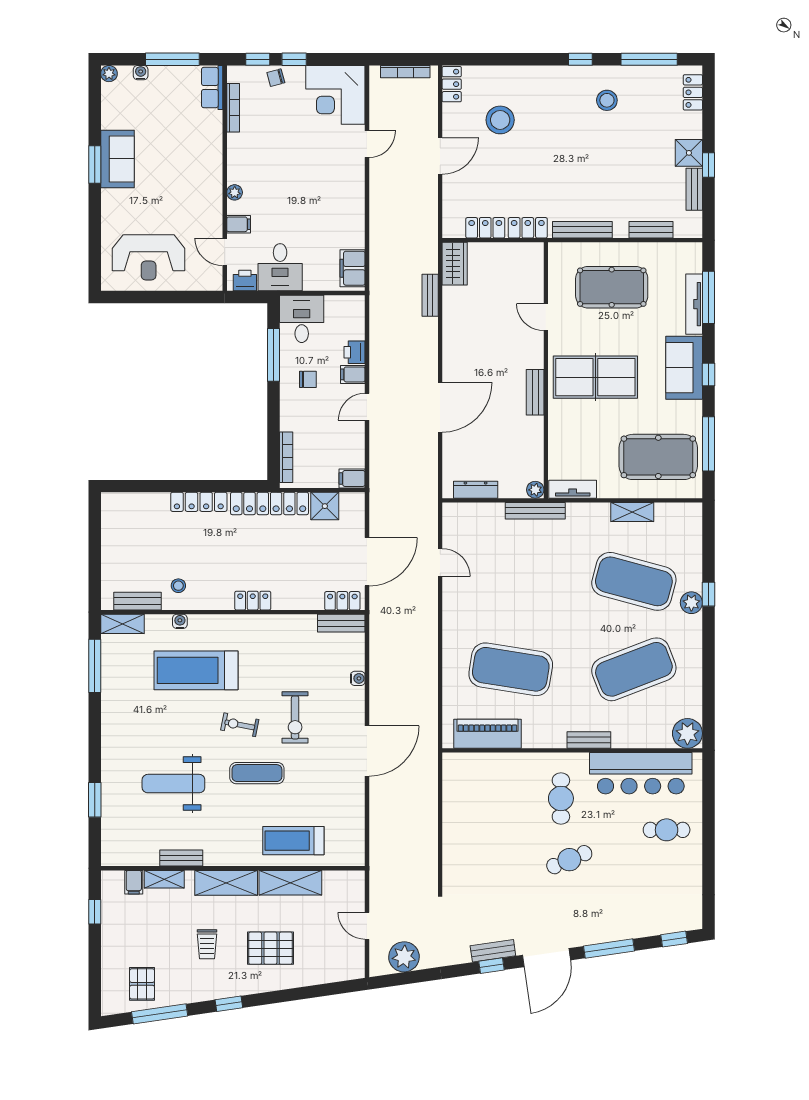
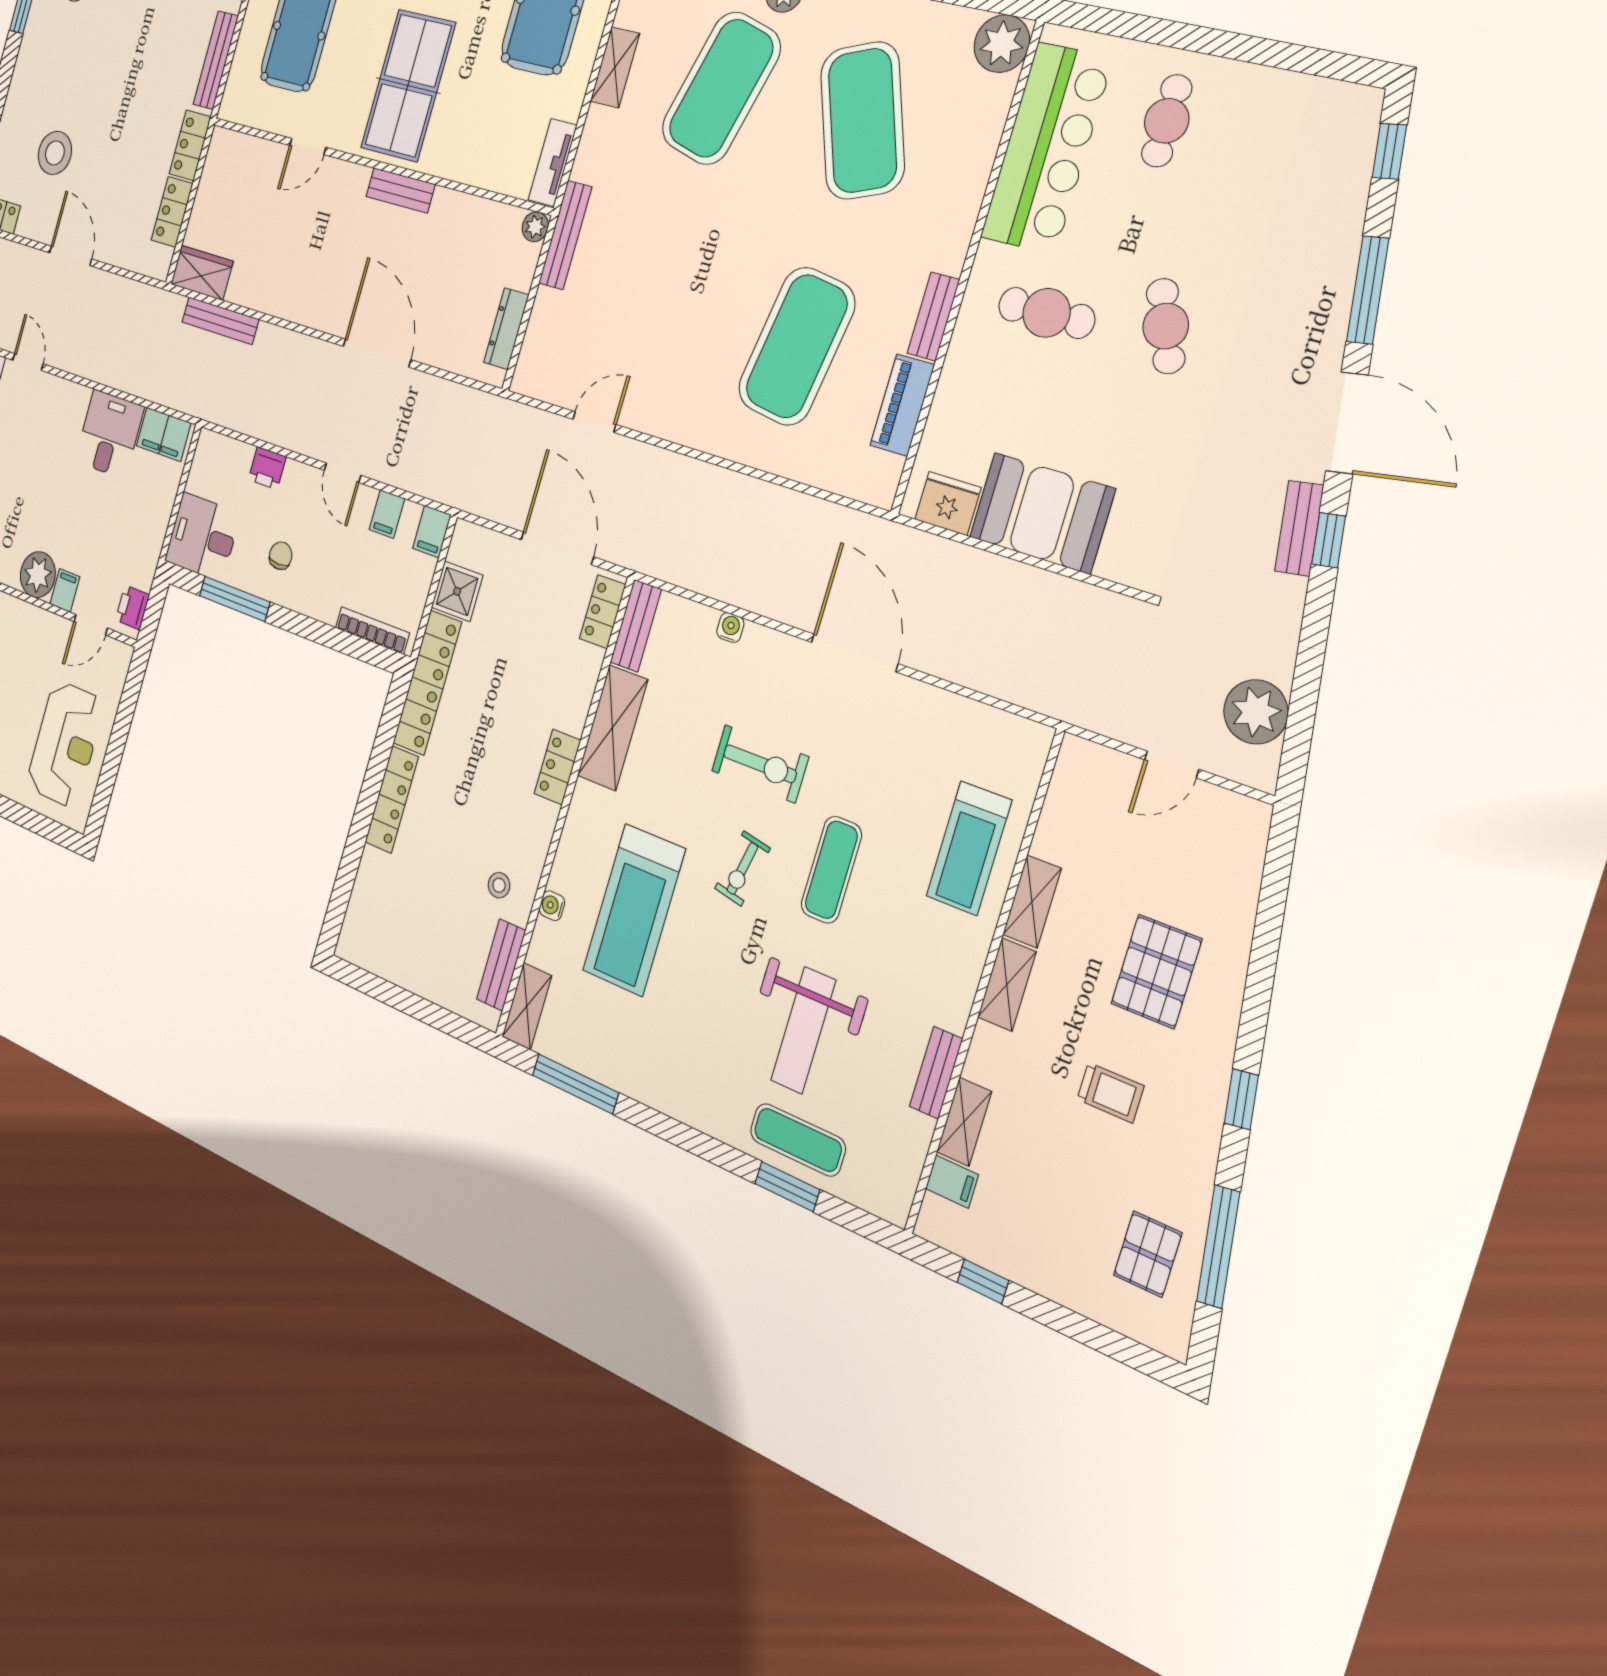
plant: (235, 192) -> (38, 575), width x1.88, depth x1.88
desk: (280, 267) -> (109, 434), moved, turned -90
bench: (430, 295) -> (220, 321), width x1.36
filing cabinet: (353, 374) -> (387, 514), moved
shelving: (284, 627) -> (613, 728), added
piano: (487, 734) -> (902, 405), width x0.73, depth x0.75
bench: (589, 740) -> (933, 316), moved
fridge: (455, 777) -> (948, 503), added
exercise mat: (119, 798) -> (798, 1140), added
booth: (464, 827) -> (1042, 513), added
shelving: (226, 883) -> (1007, 985), width x0.67, depth x0.75
shelving: (290, 883) -> (1032, 902), width x0.67, depth x0.75
pallet: (142, 984) -> (1148, 1254), turned 90

